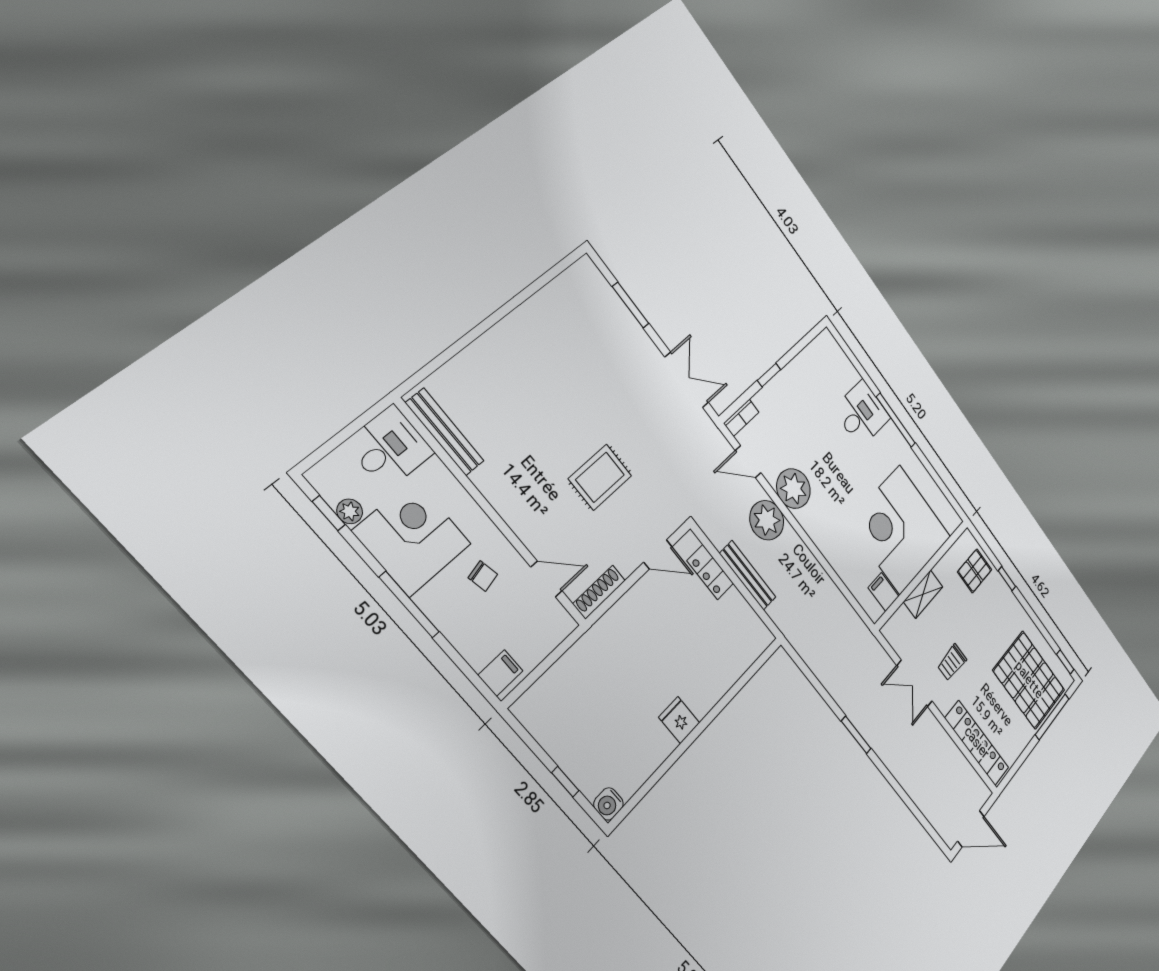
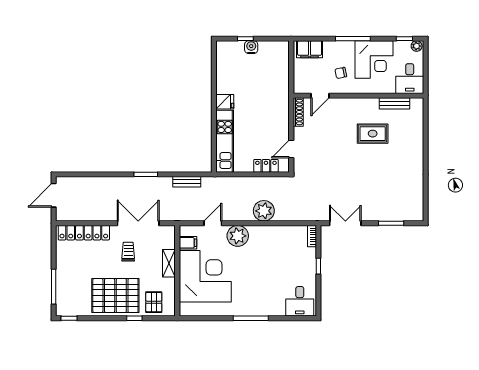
double door: (687, 380) -> (345, 223), swing flipped
desk: (862, 414) -> (300, 301), moved
bench: (445, 432) -> (395, 103), width x0.73
door: (748, 462) -> (213, 223), moved
rug: (600, 477) -> (373, 134), moved, turned 90
plant: (793, 489) -> (238, 236), moved
plant: (350, 511) -> (417, 46), moved
bench: (748, 575) -> (187, 182), moved, width x0.73
kitchen unit: (729, 666) -> (225, 141), added
filing cabinet: (500, 673) -> (310, 49), width x2.00
pallet: (1029, 680) -> (115, 296), moved
double door: (914, 683) -> (138, 223), width x1.37
water cooler: (609, 804) -> (251, 47), moved

